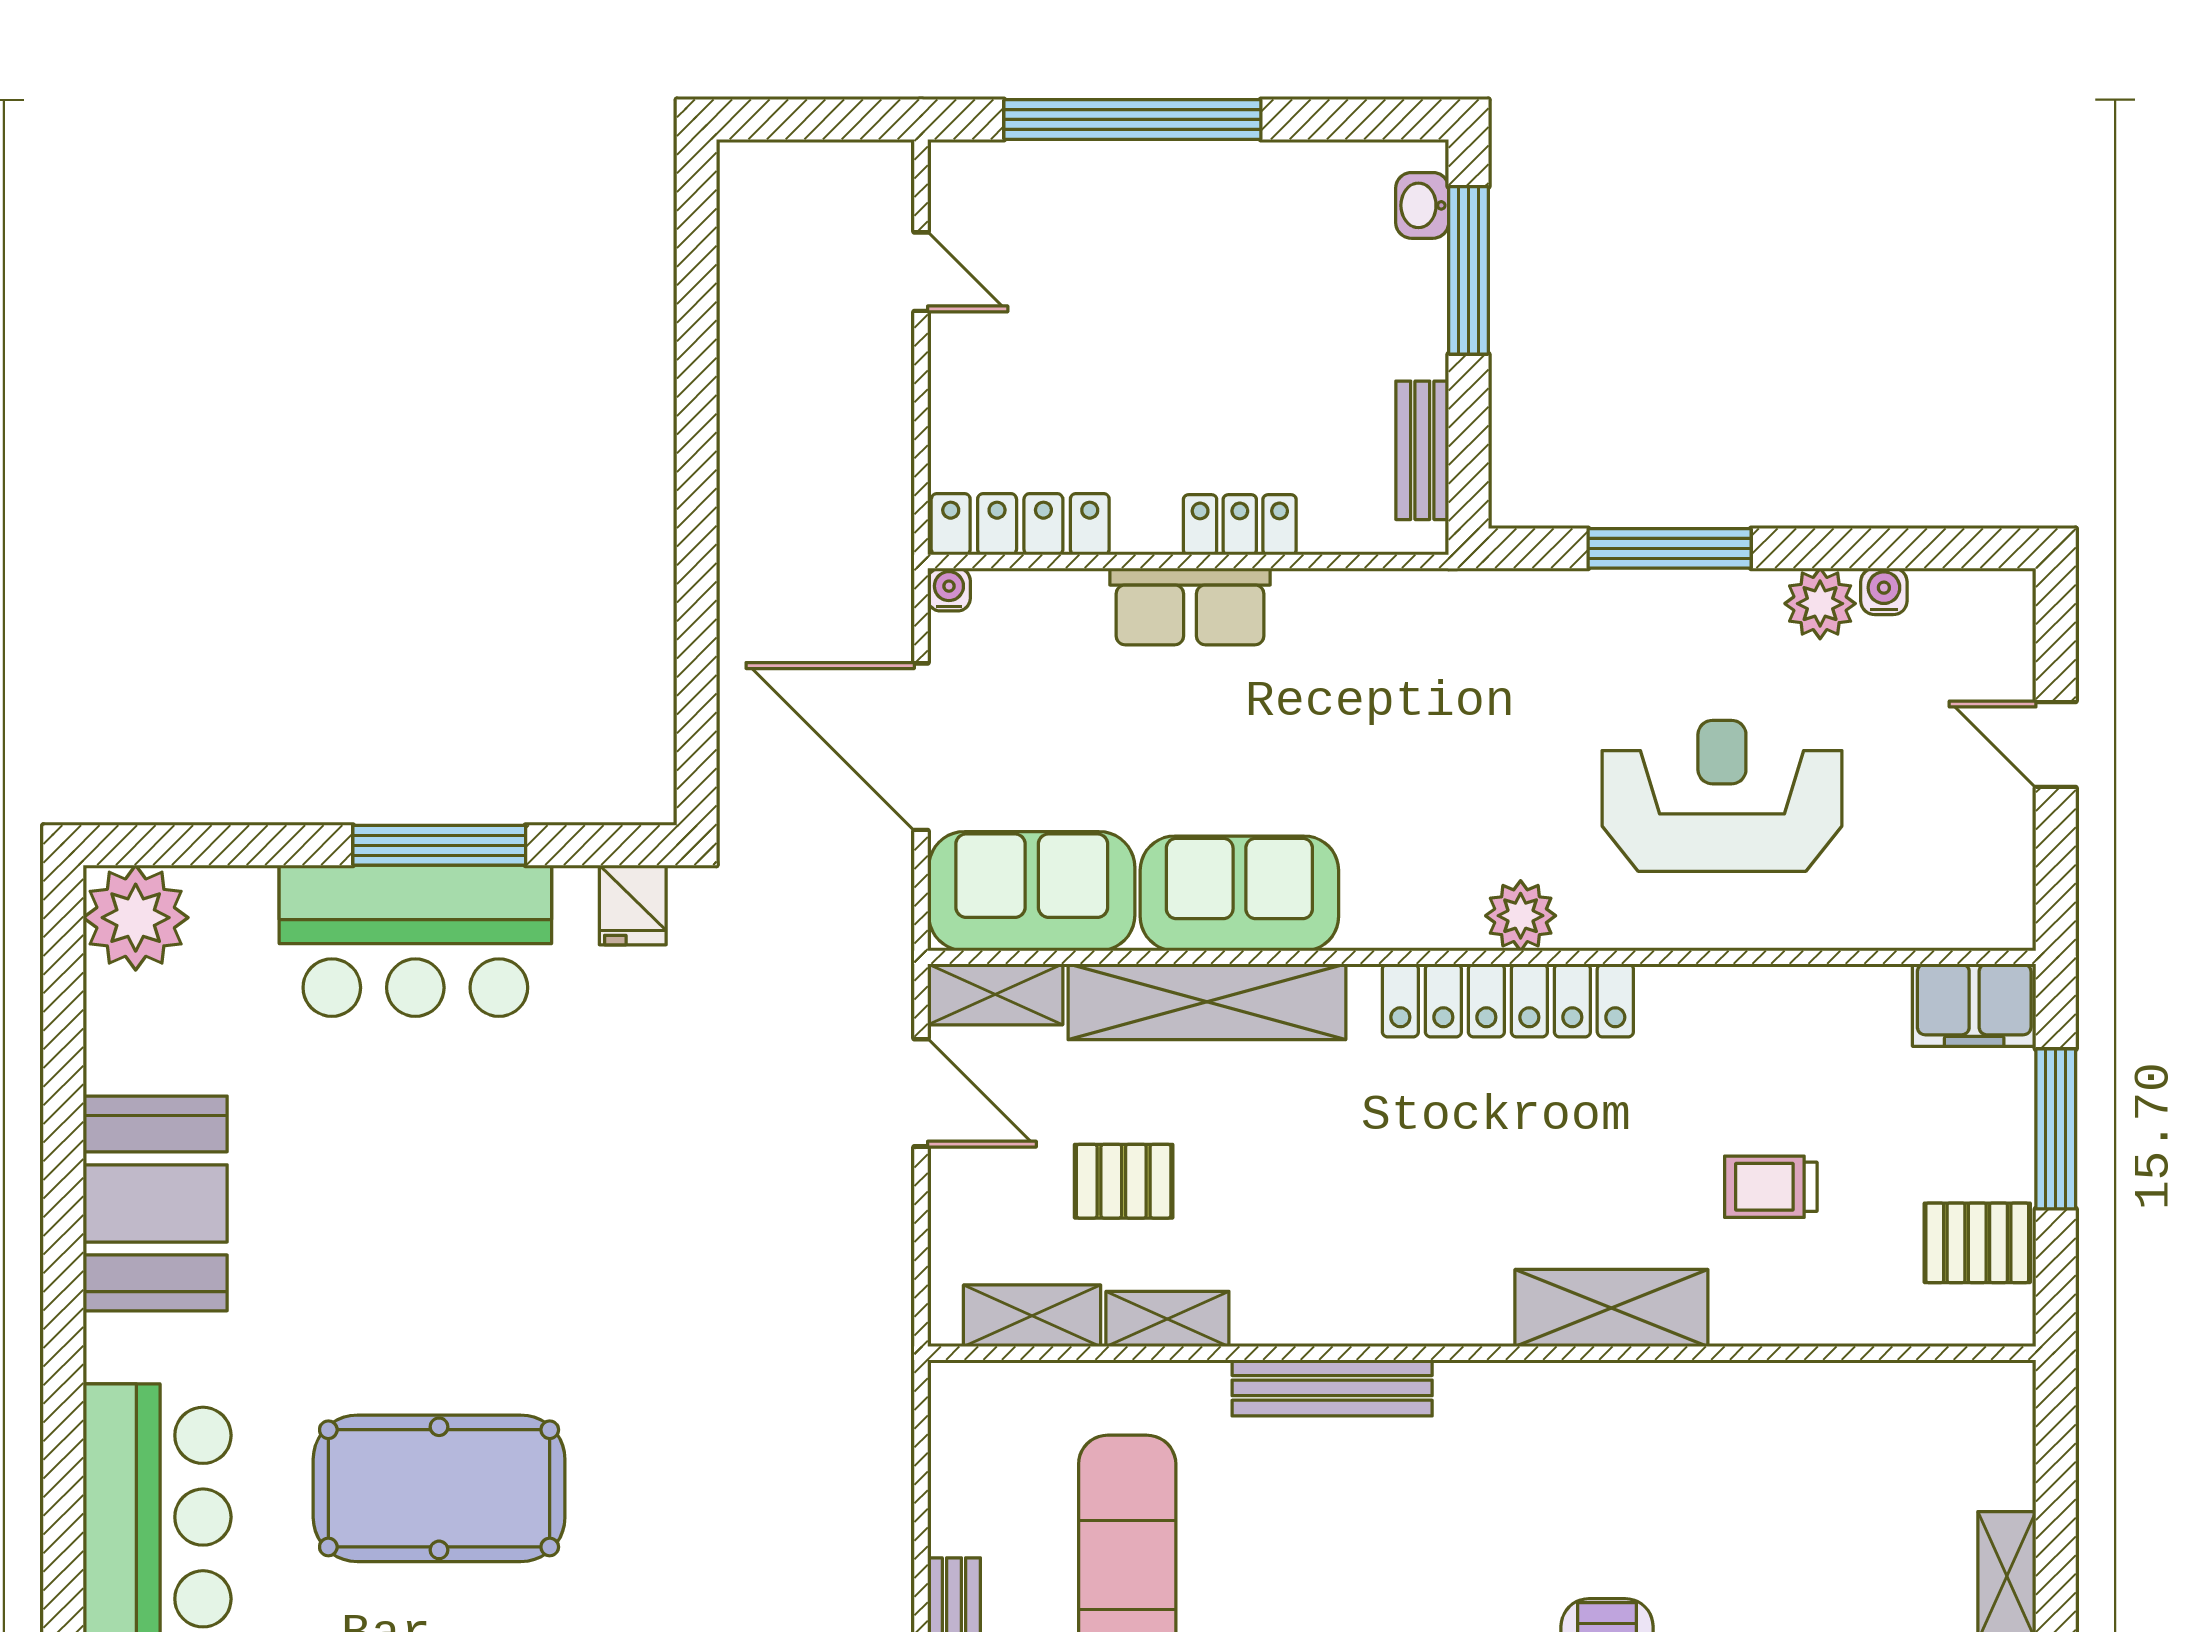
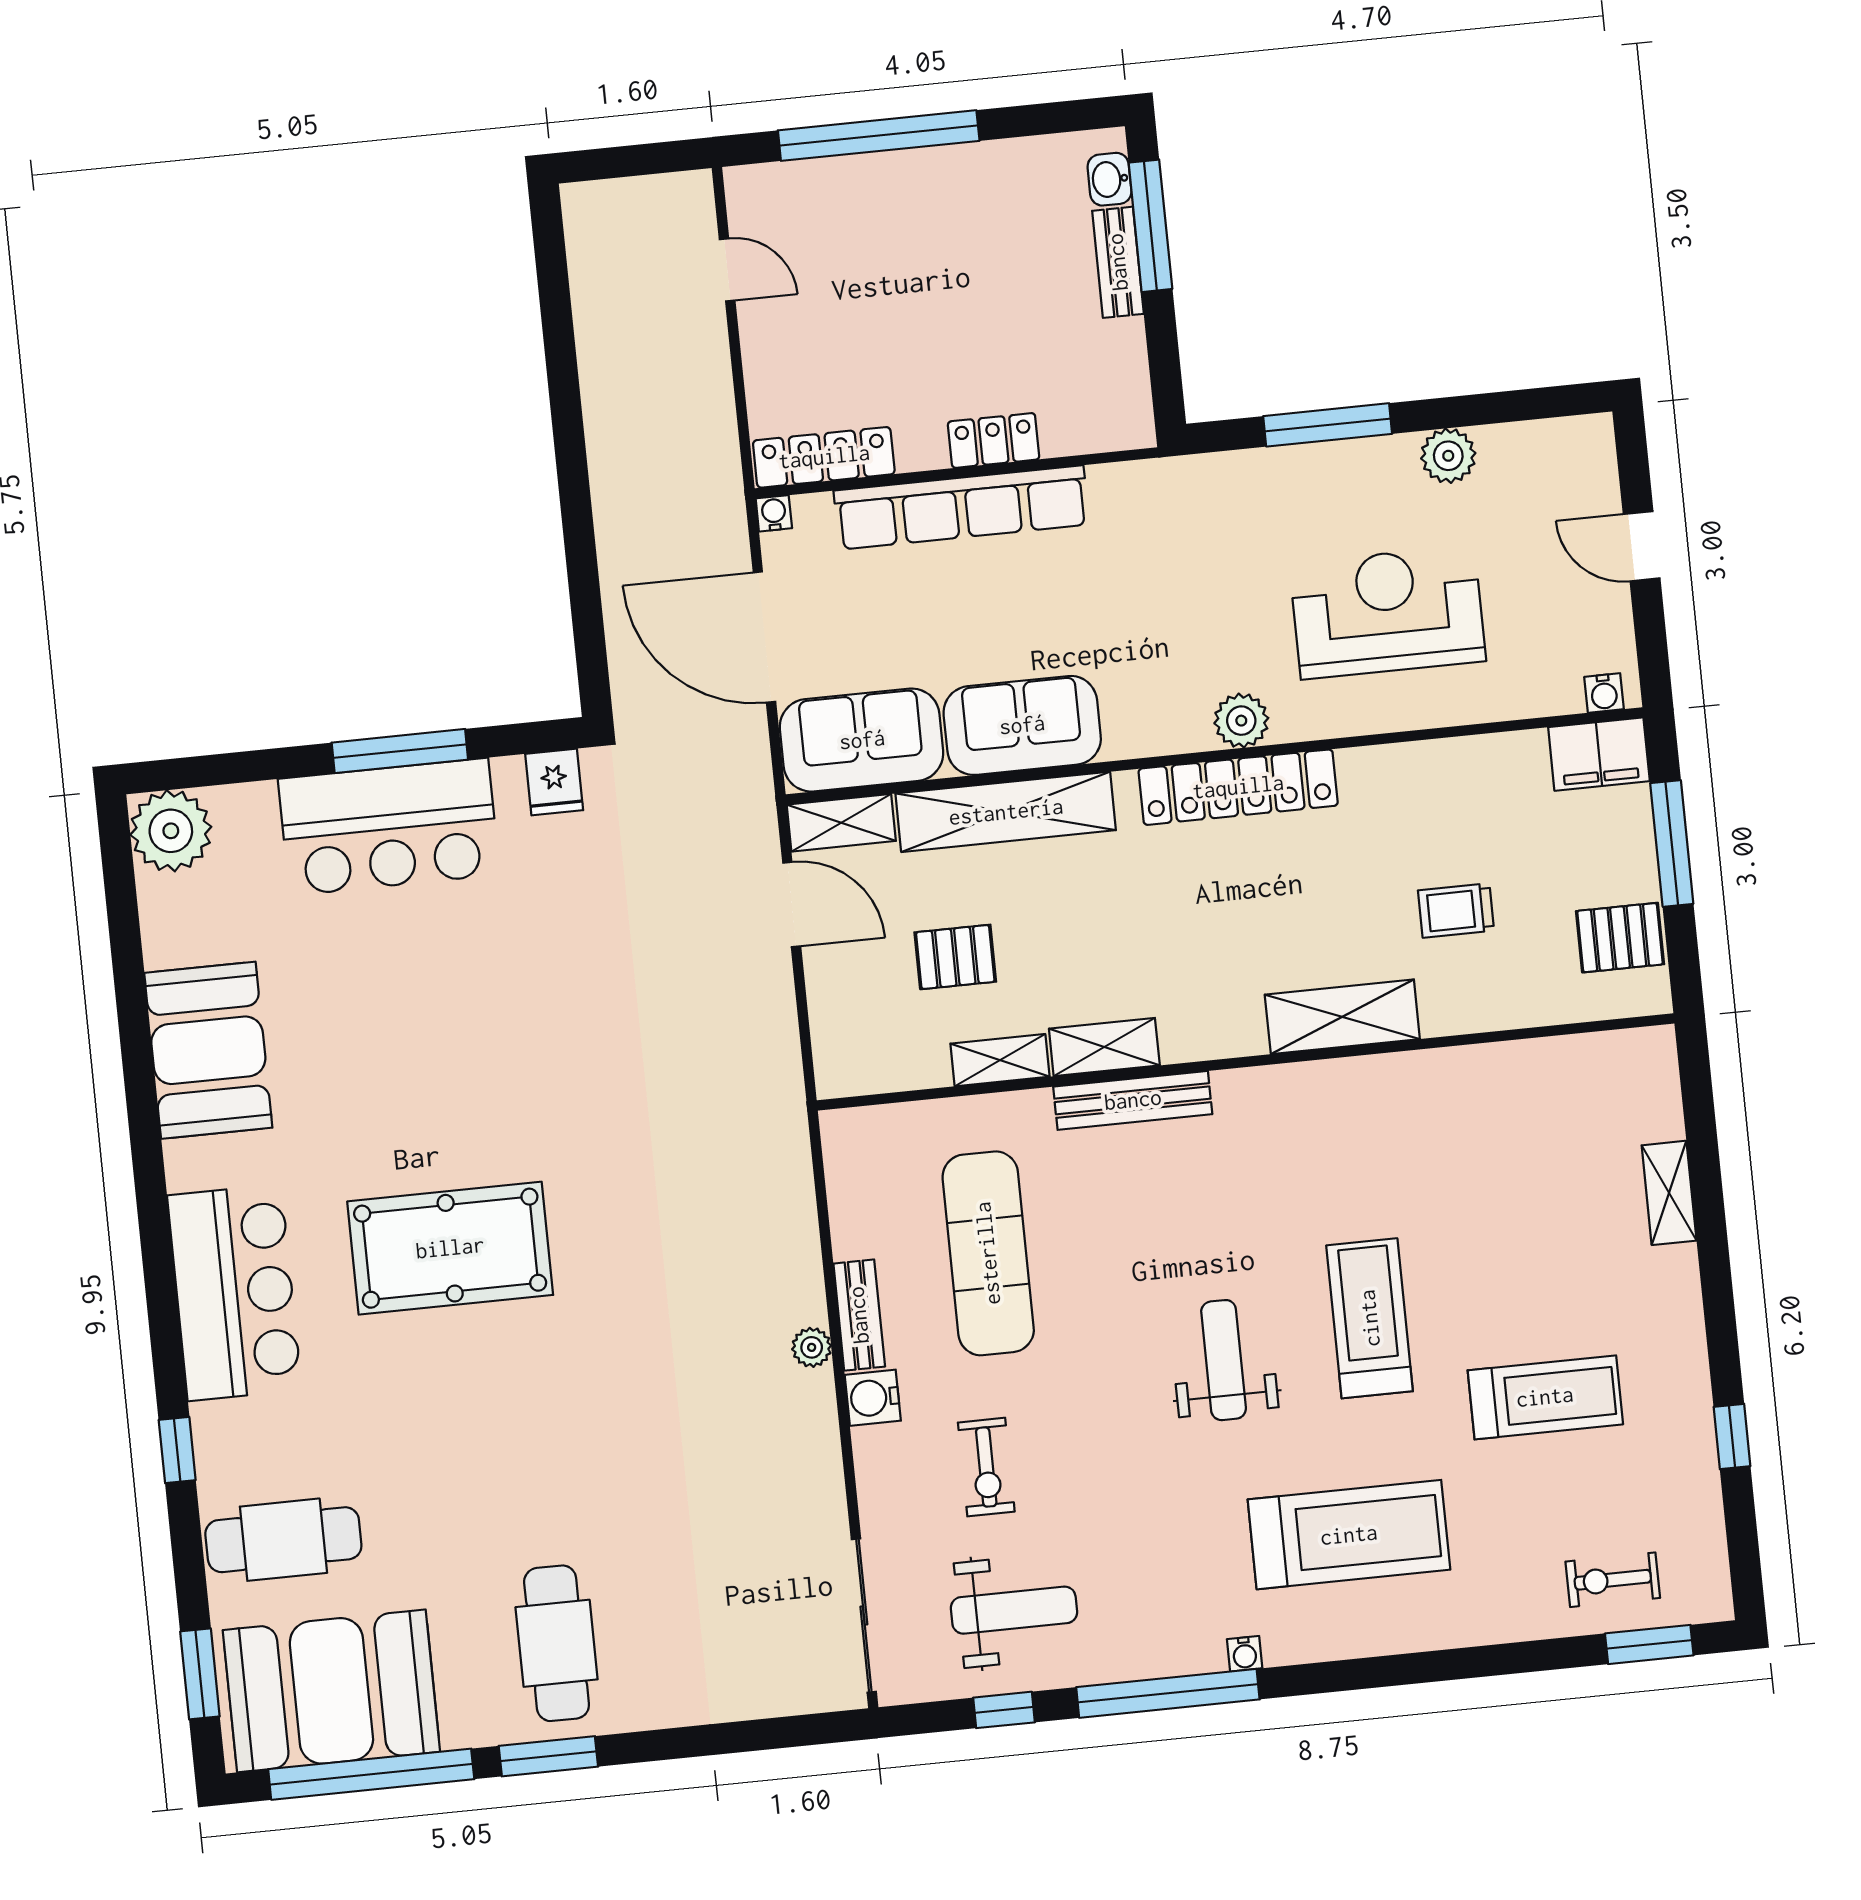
bench: (1422, 450) -> (1118, 262), moved
water cooler: (1884, 591) -> (1604, 693), moved, turned 180
row of seats: (1190, 606) -> (961, 508), width x2.02
shelving: (1032, 1316) -> (1104, 1047), moved

